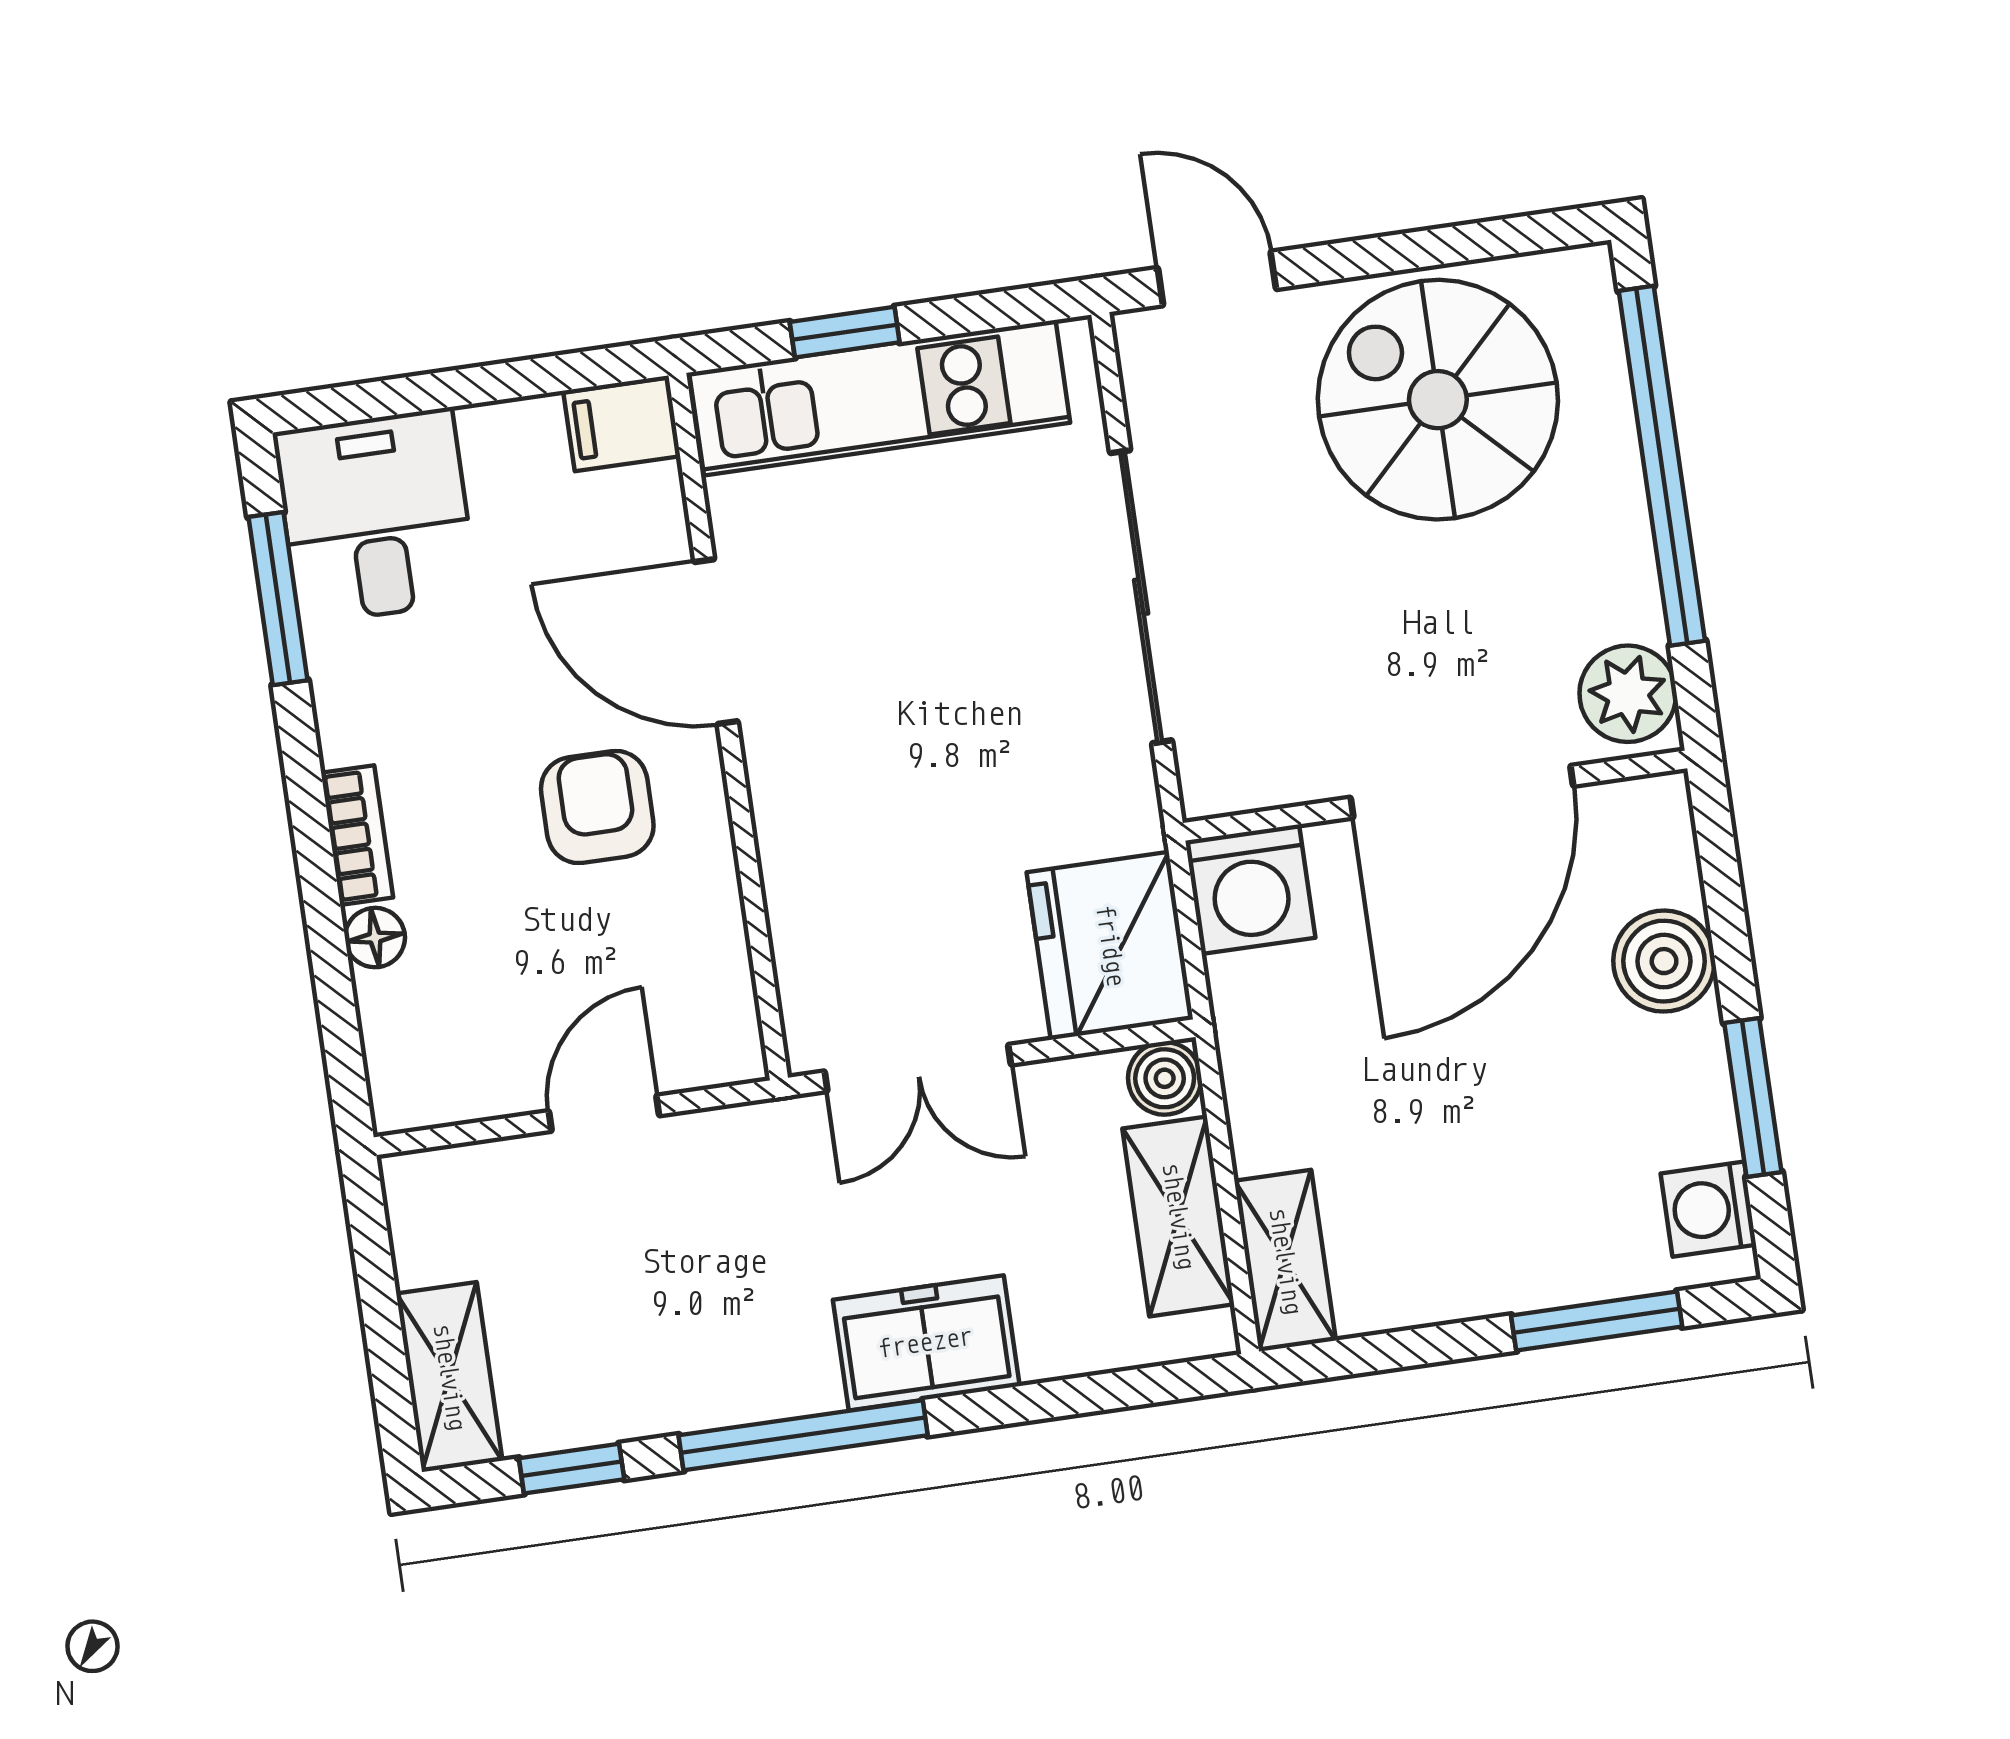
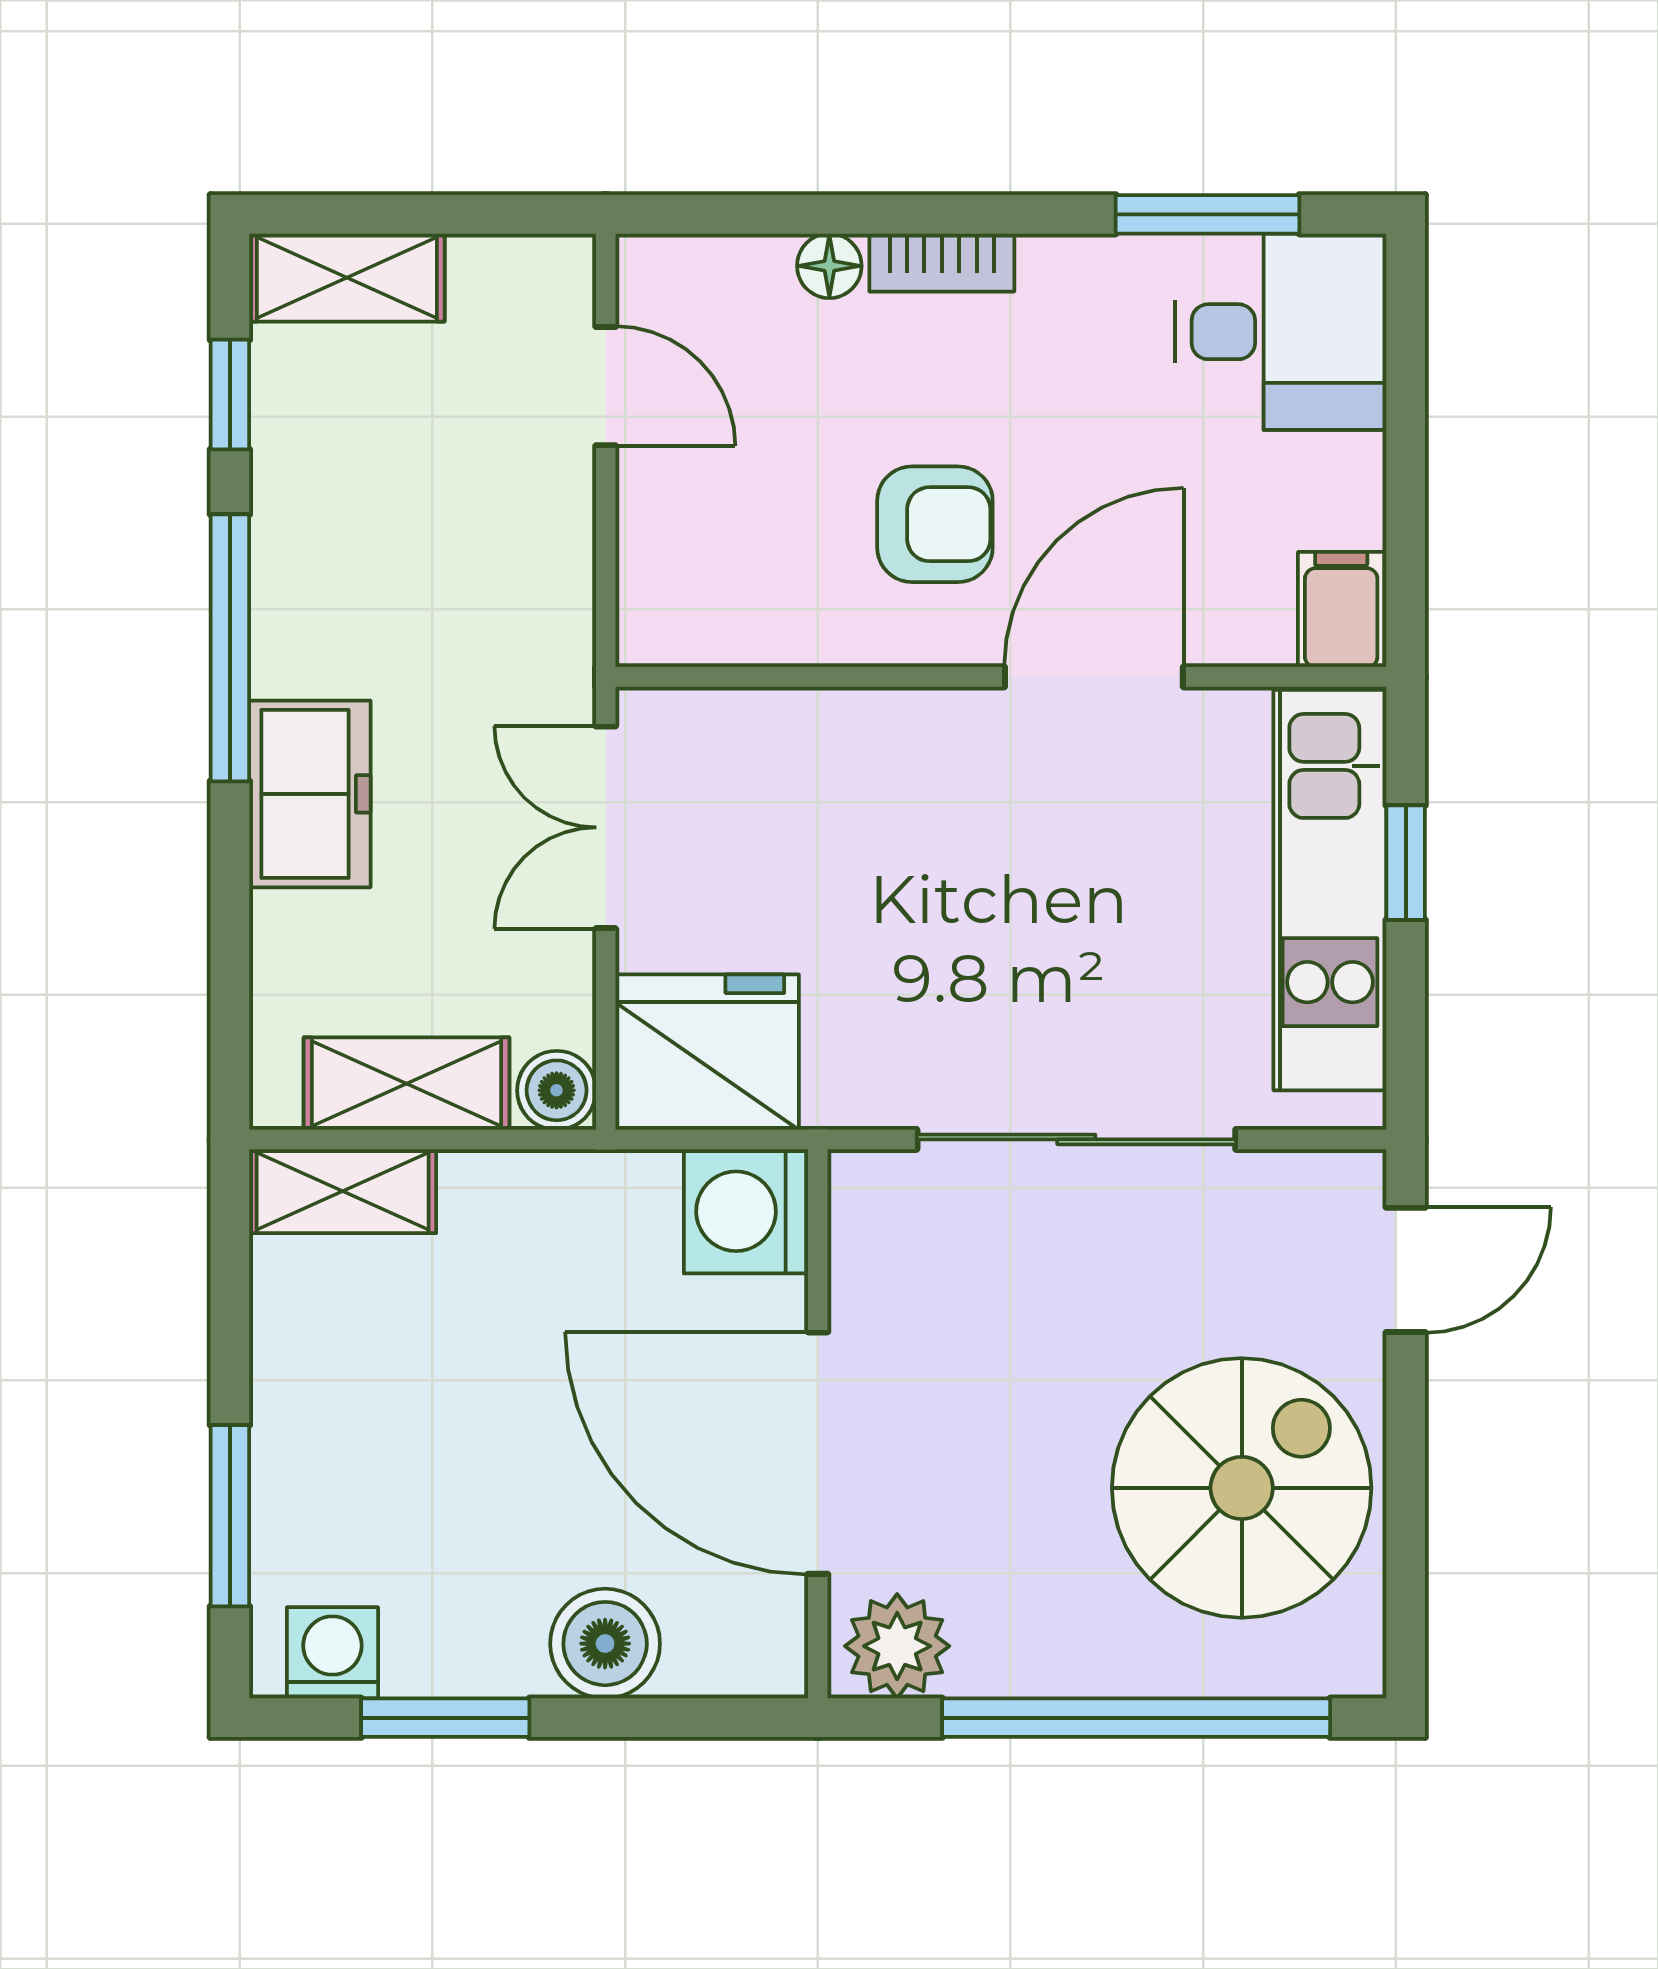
door: (604, 1113) -> (606, 386), moved

